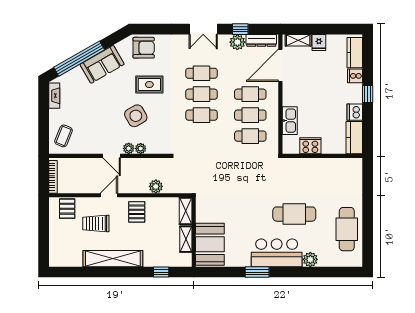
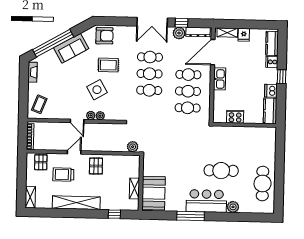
double door: (203, 29) -> (152, 22), width x1.37
kitchen sink: (290, 121) -> (220, 79), moved
plant: (156, 186) -> (133, 147), moved
shelving: (186, 211) -> (30, 197), moved
window: (257, 272) -> (191, 216), width x1.44

